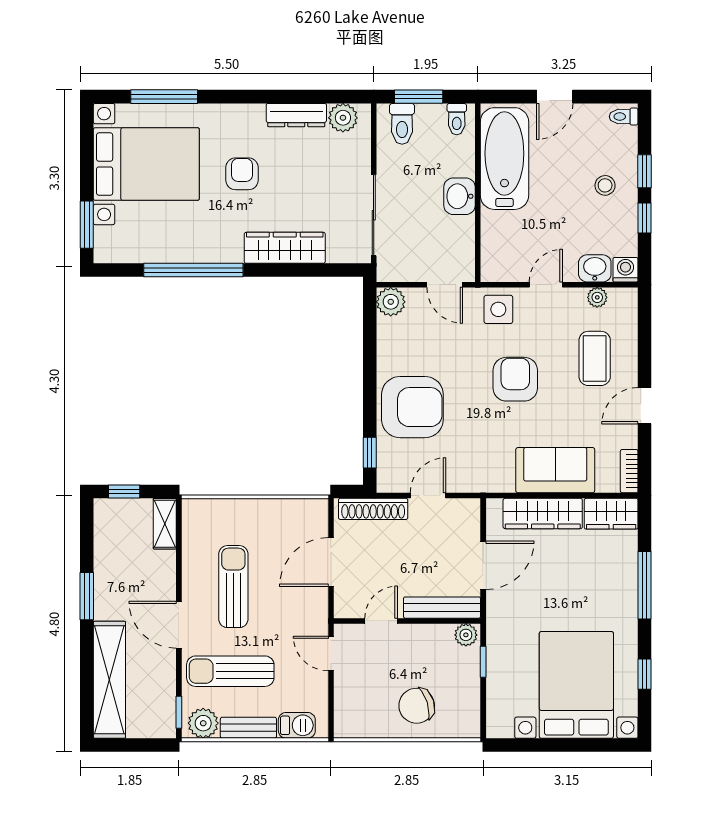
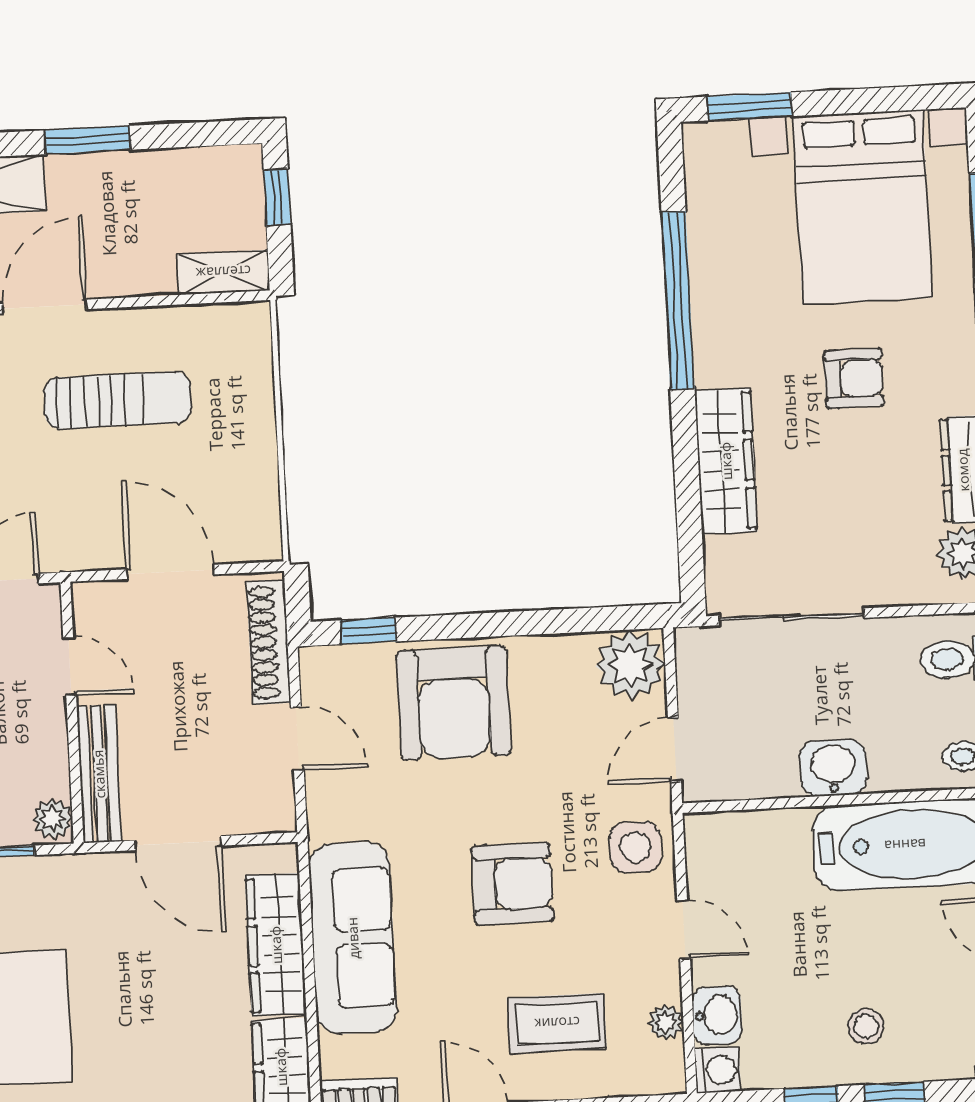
plant: (391, 302) -> (630, 665), width x1.36, depth x1.36
sofa: (555, 470) -> (353, 938), width x1.36

